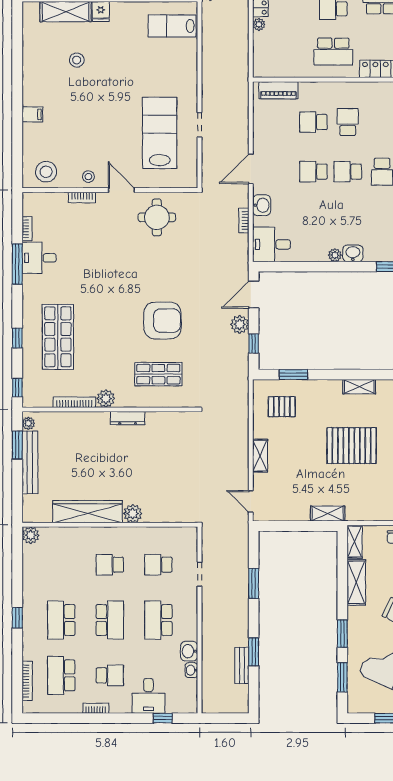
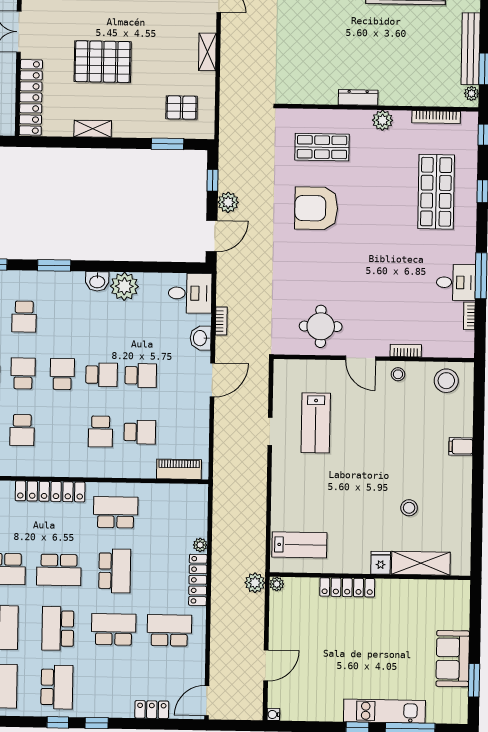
lab bench: (160, 133) -> (316, 423), width x0.73, depth x0.72
plant: (335, 255) -> (124, 286), width x1.87, depth x1.87
bookcase: (74, 402) -> (436, 117), moved

